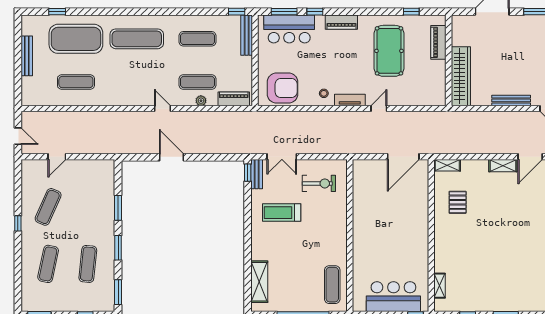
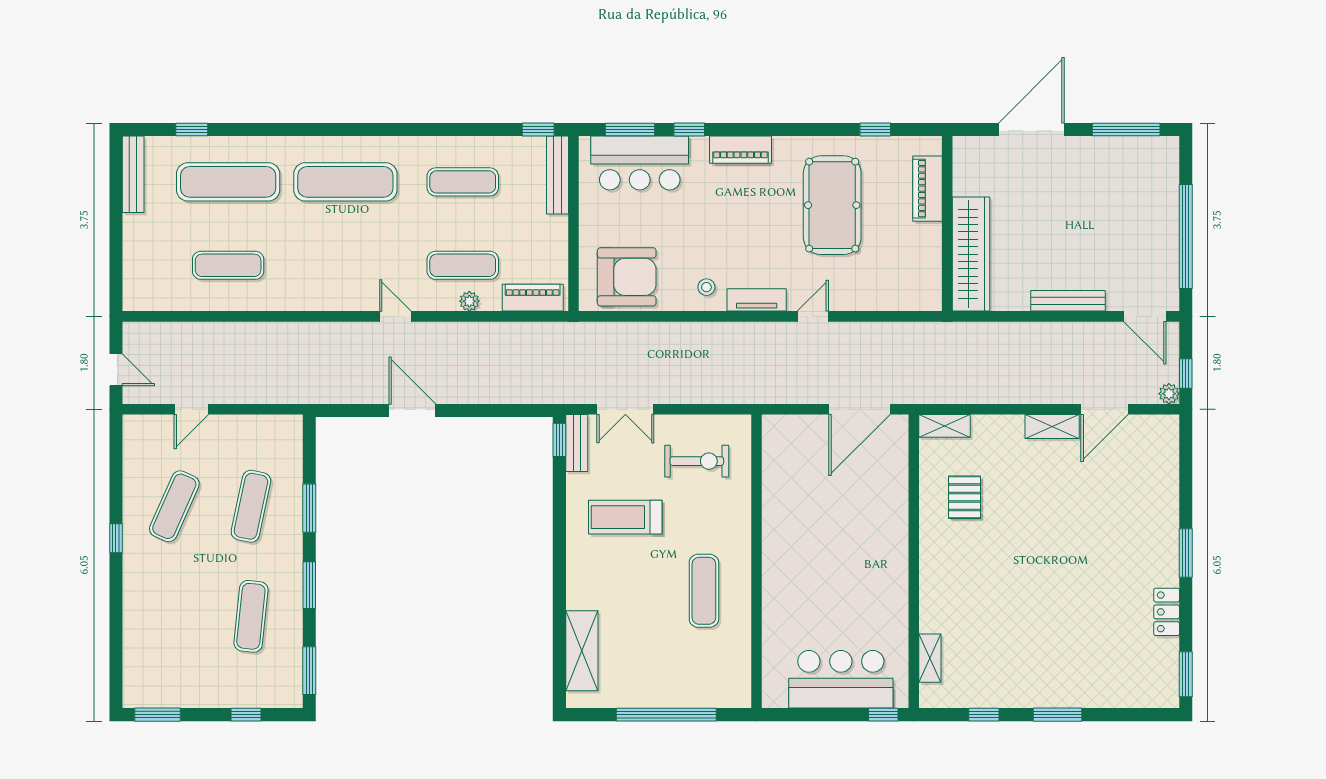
exercise mat: (76, 39) -> (228, 182), width x0.68
bench: (27, 56) -> (133, 174), moved
exercise mat: (48, 264) -> (251, 506), moved
exercise mat: (332, 285) -> (704, 591), moved

